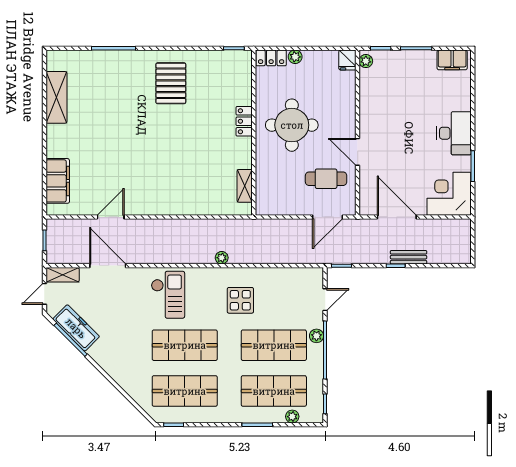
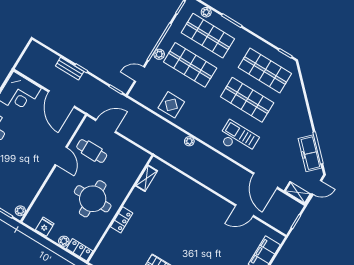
fridge: (347, 60) -> (45, 227), moved
checkout: (168, 295) -> (238, 139), turned 90
display table: (240, 300) -> (171, 105), moved

